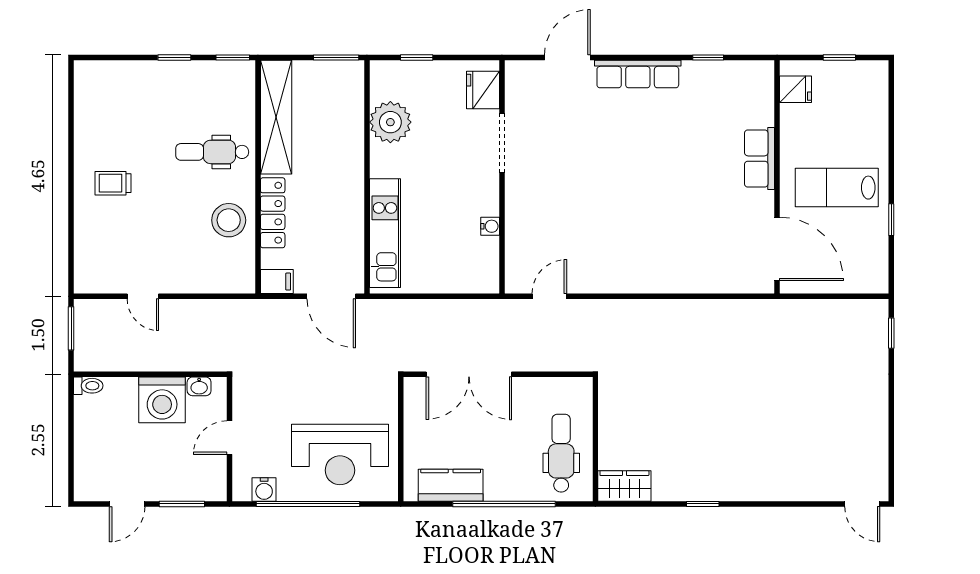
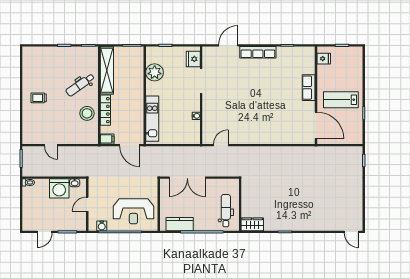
dental chair: (212, 152) -> (80, 85), turned -35

